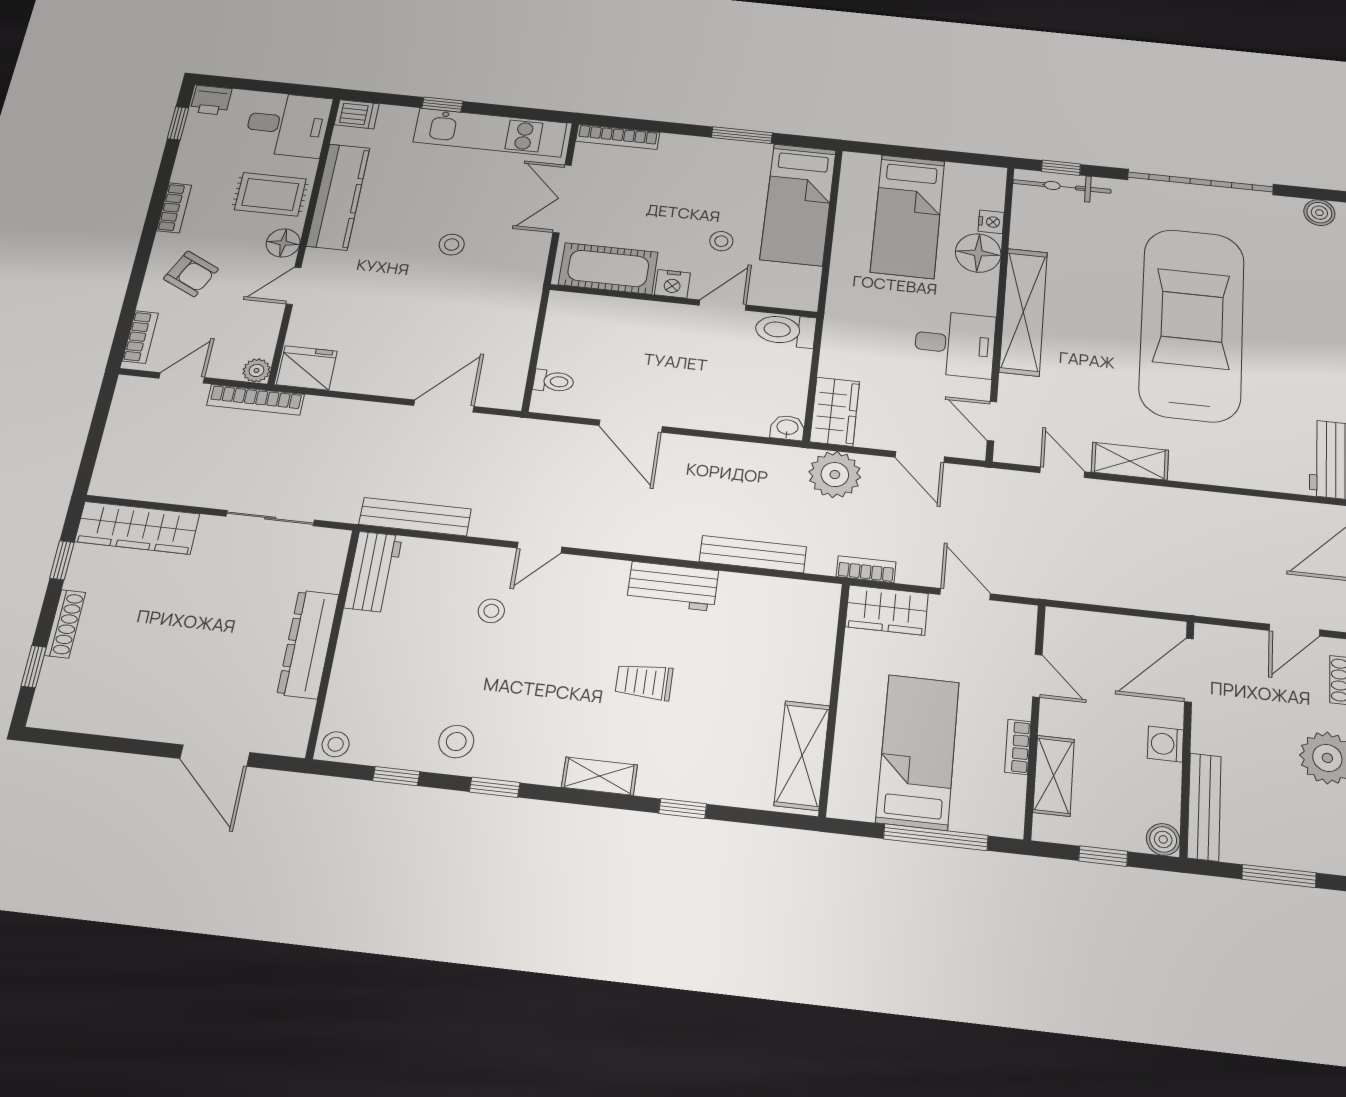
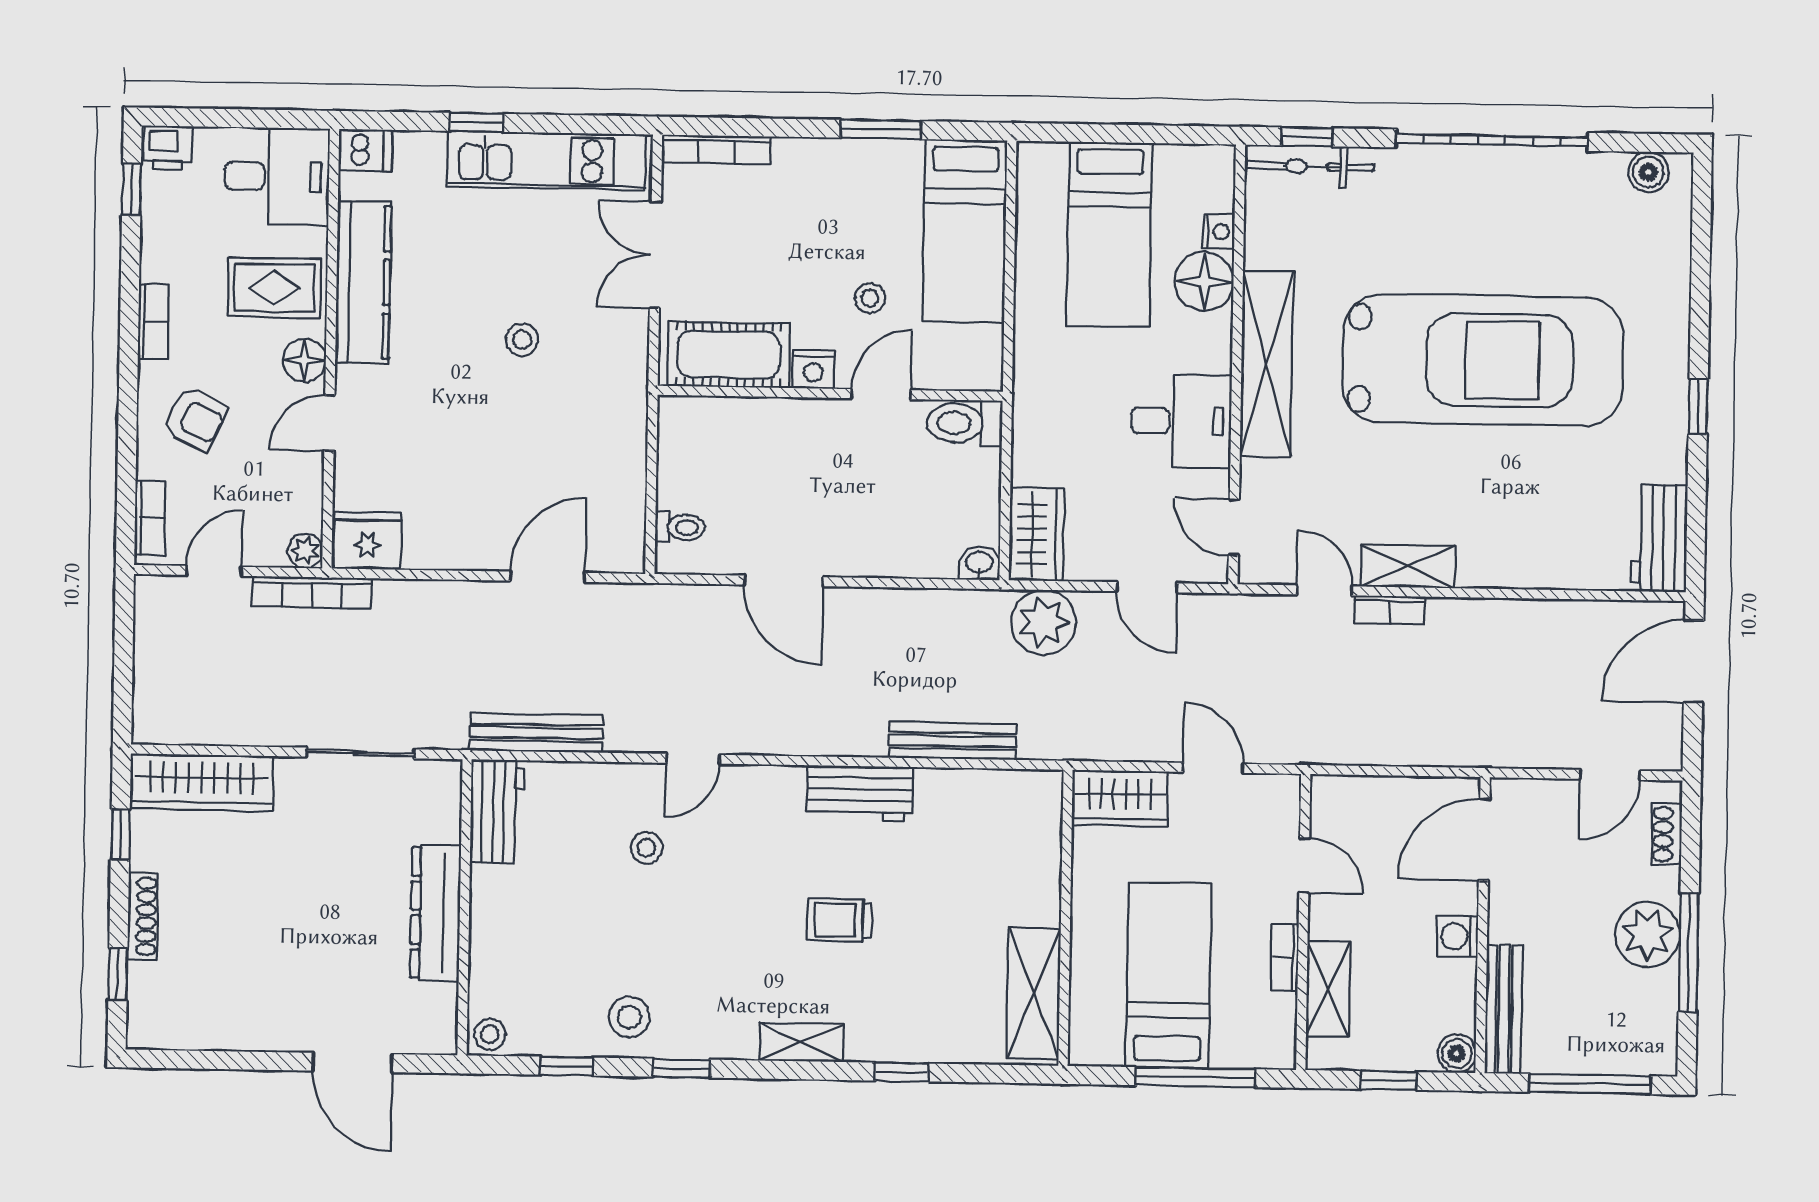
car: (1192, 324) -> (1483, 360), turned 90
bookcase: (866, 569) -> (1389, 610), moved, turned 180
window: (1279, 876) -> (1590, 1084), width x1.44

